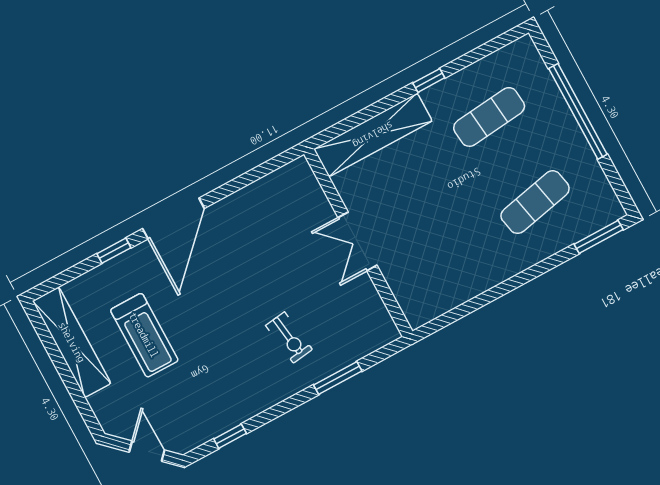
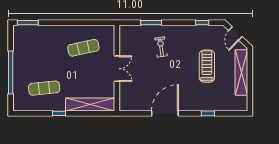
exercise mat: (535, 202) -> (83, 48), moved
door: (173, 218) -> (165, 113), moved
treadmill: (144, 335) -> (207, 66), moved
shelving: (72, 342) -> (241, 72), moved

